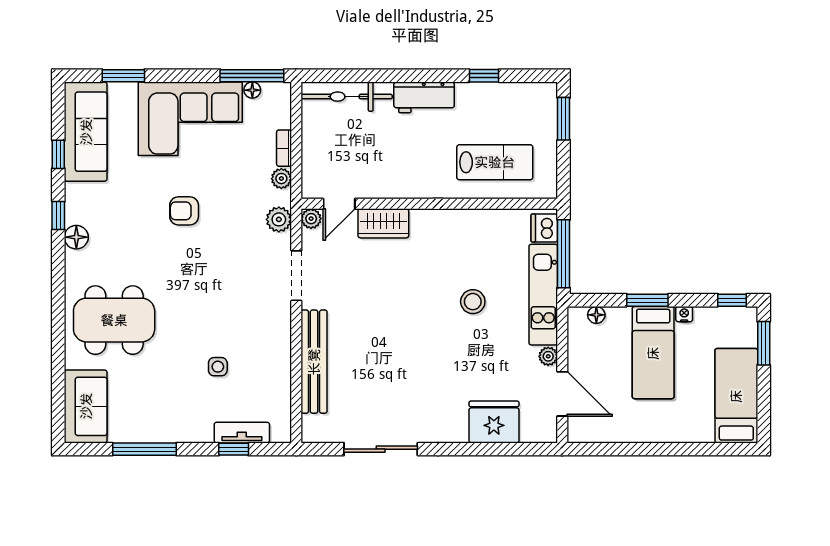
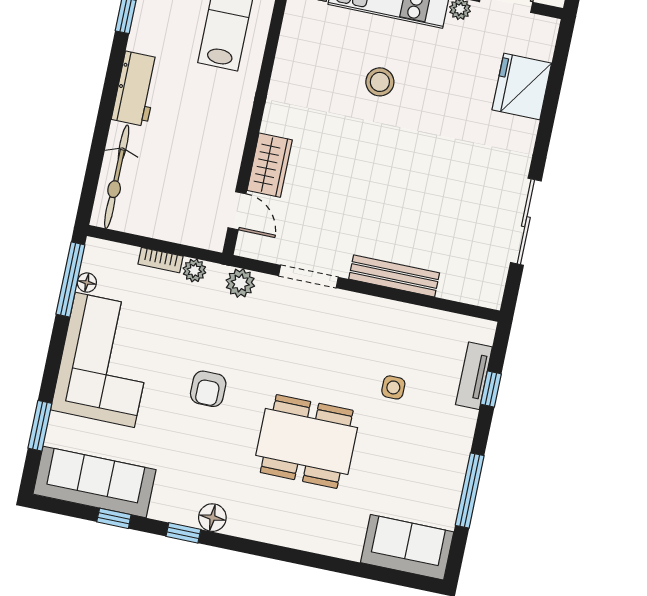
plant: (311, 219) -> (247, 246), removed
dining table: (114, 320) -> (307, 441), moved, turned 90
bench: (314, 362) -> (394, 276), width x0.73, depth x0.82

